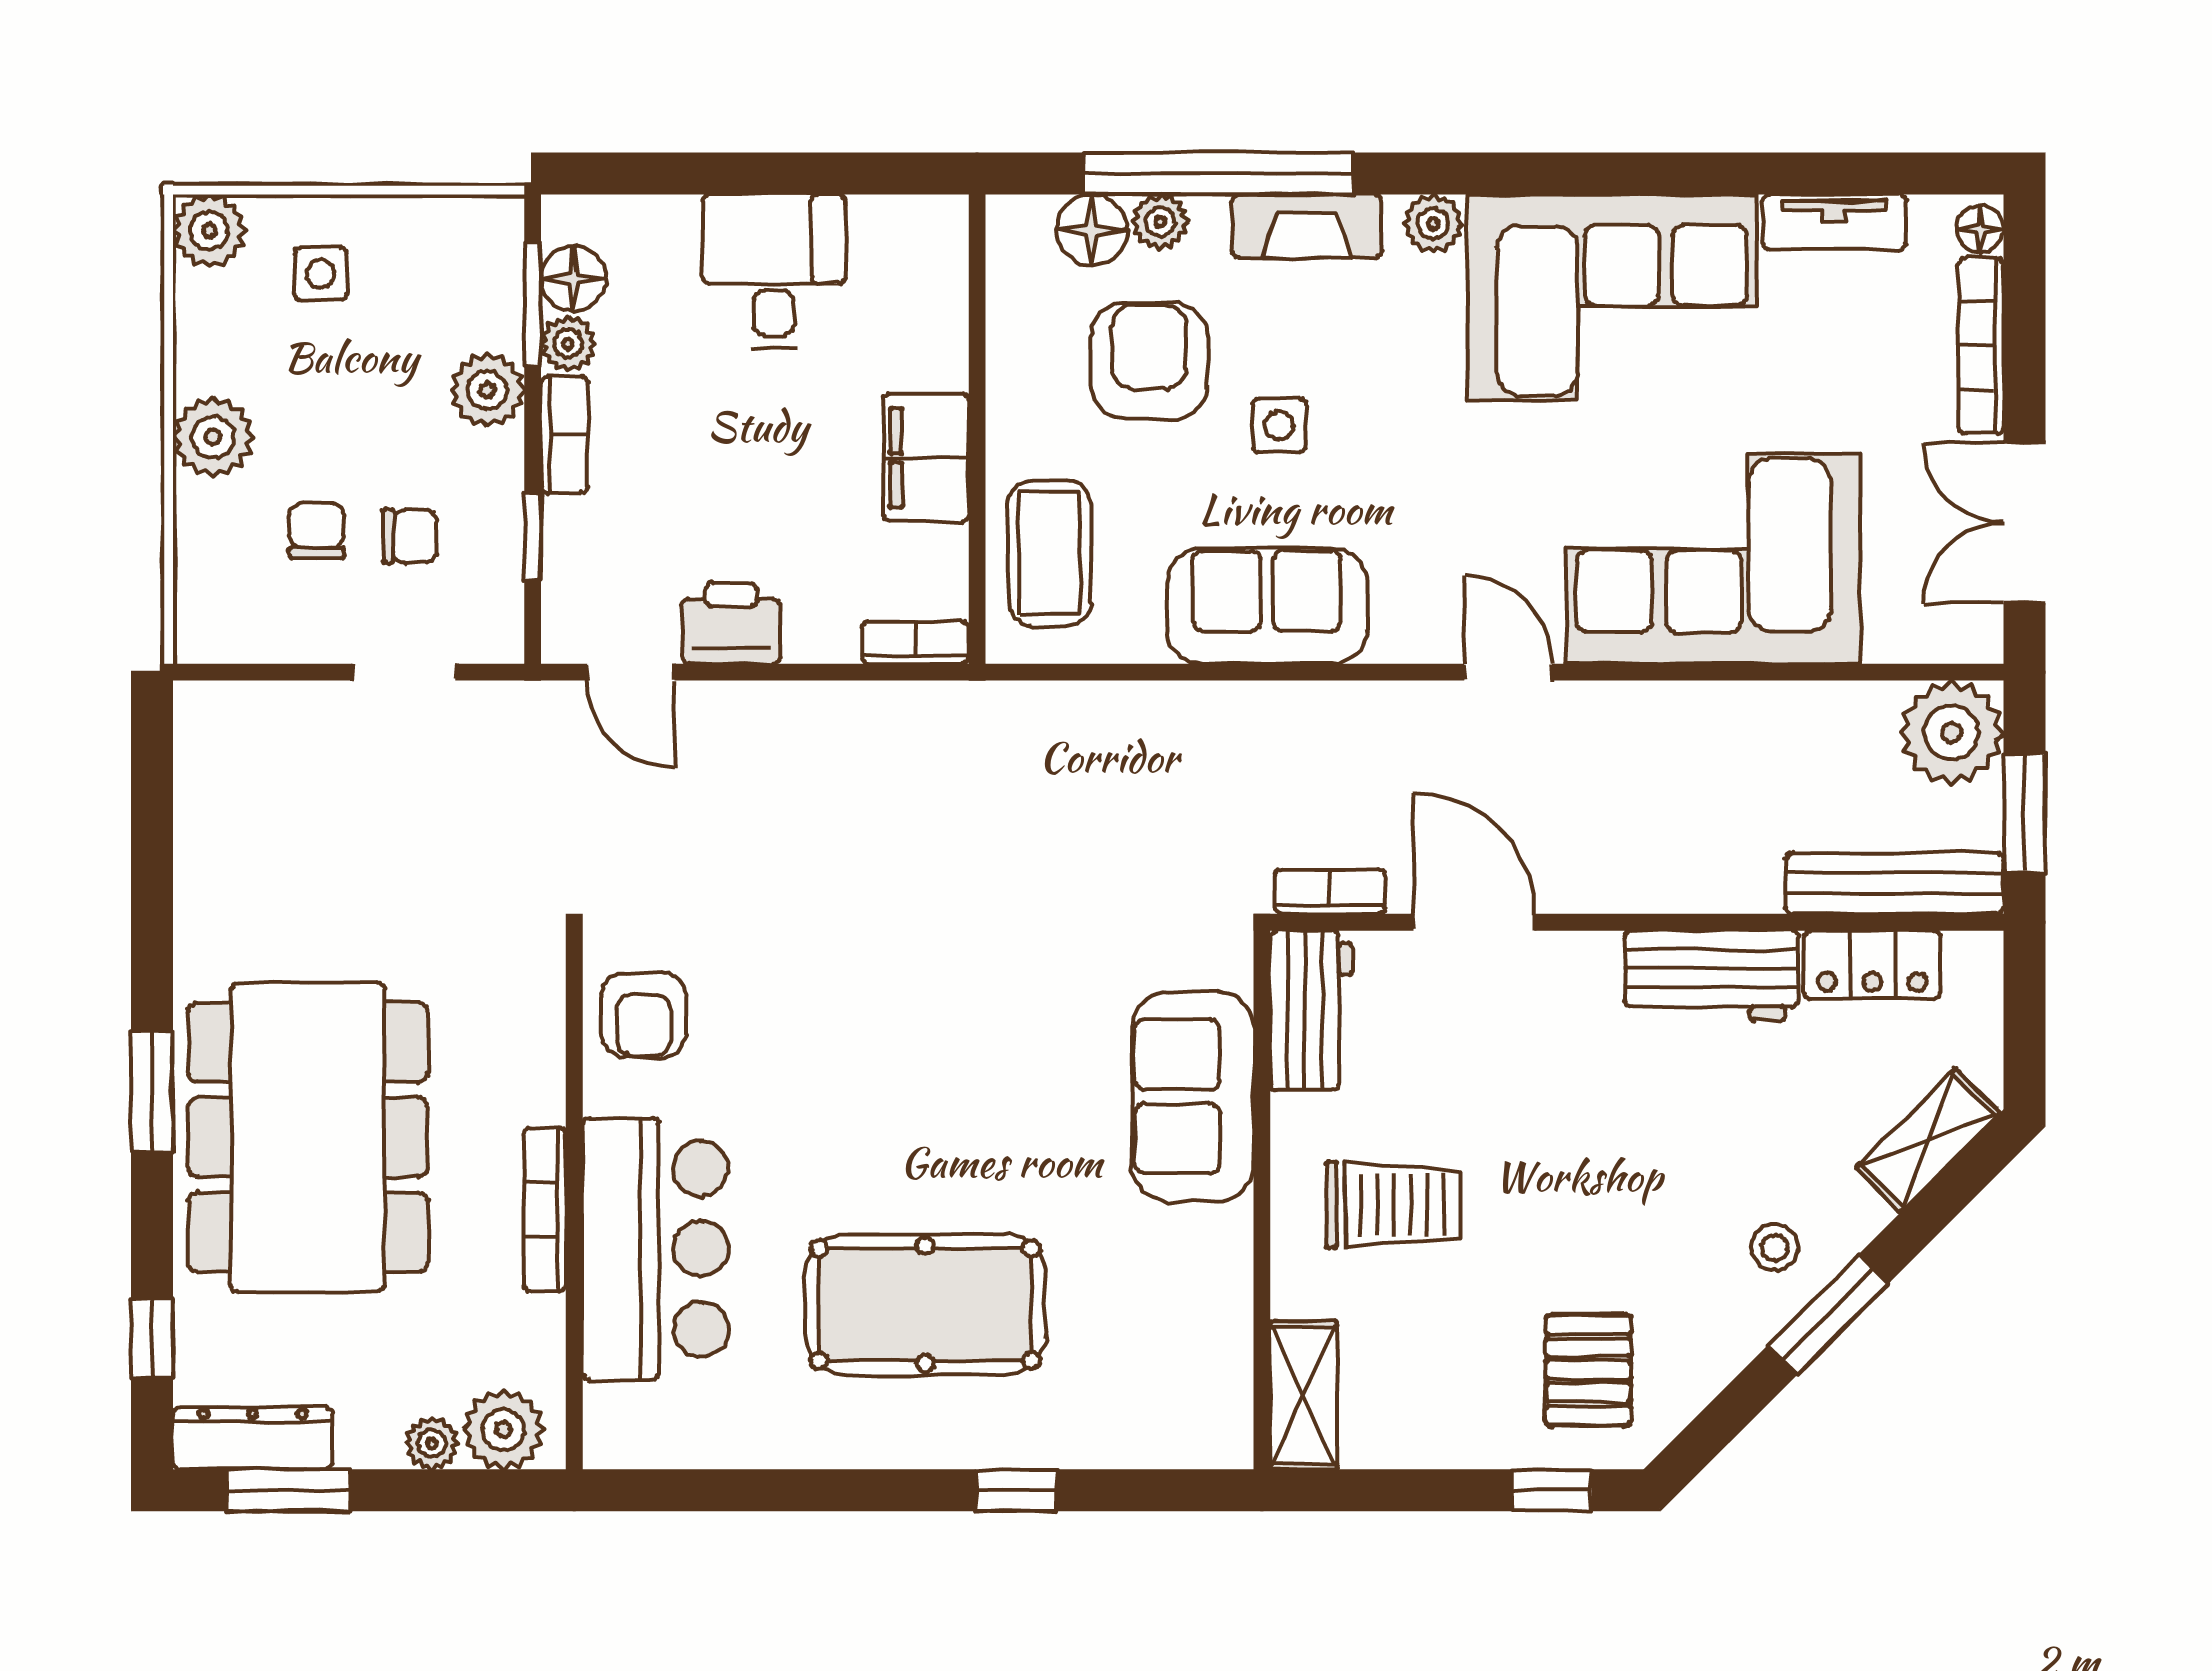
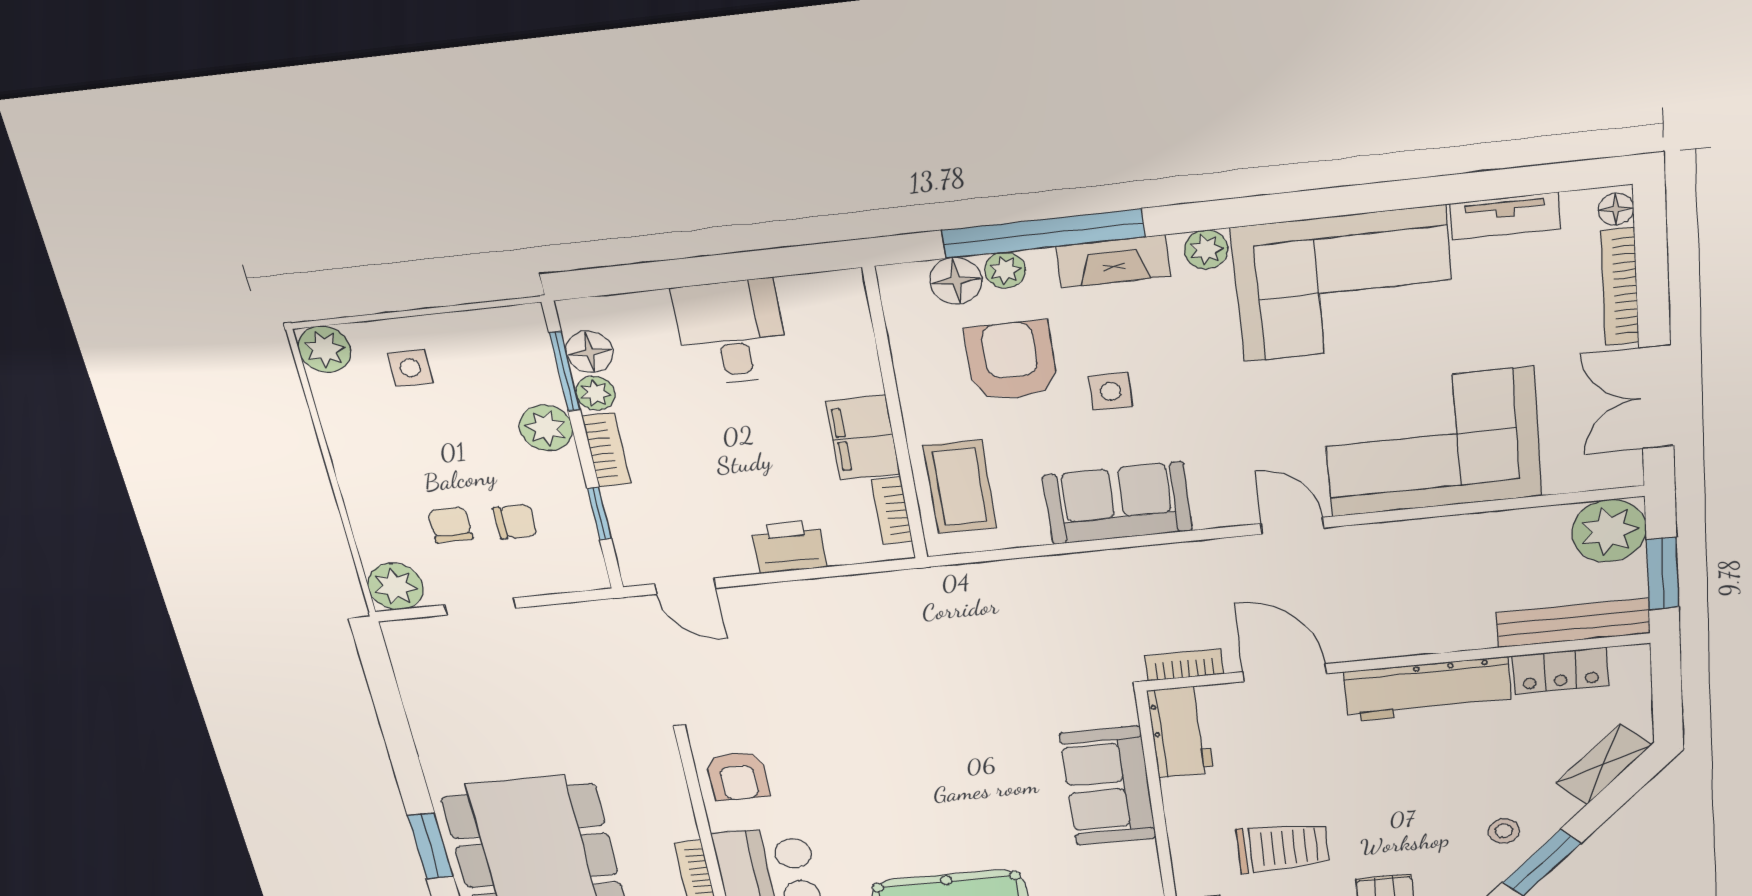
plant: (213, 437) -> (395, 586), moved
printer: (731, 623) -> (789, 547), moved
bookcase: (915, 642) -> (892, 511), moved, turned -90
doorway: (404, 672) -> (480, 606), moved
workbench: (1711, 976) -> (1428, 689), width x1.38
trolley: (1393, 1205) -> (1283, 848), moved

